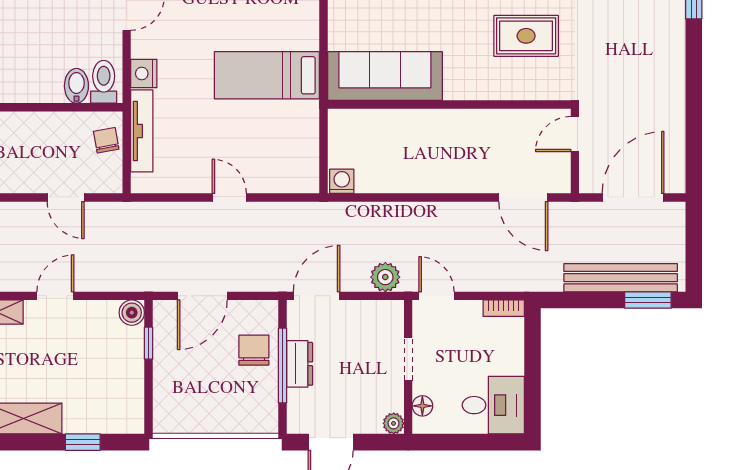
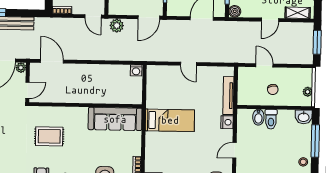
toilet: (104, 82) -> (271, 119), moved
chair: (106, 140) -> (273, 89), moved
plant: (590, 183) -> (21, 68), added

